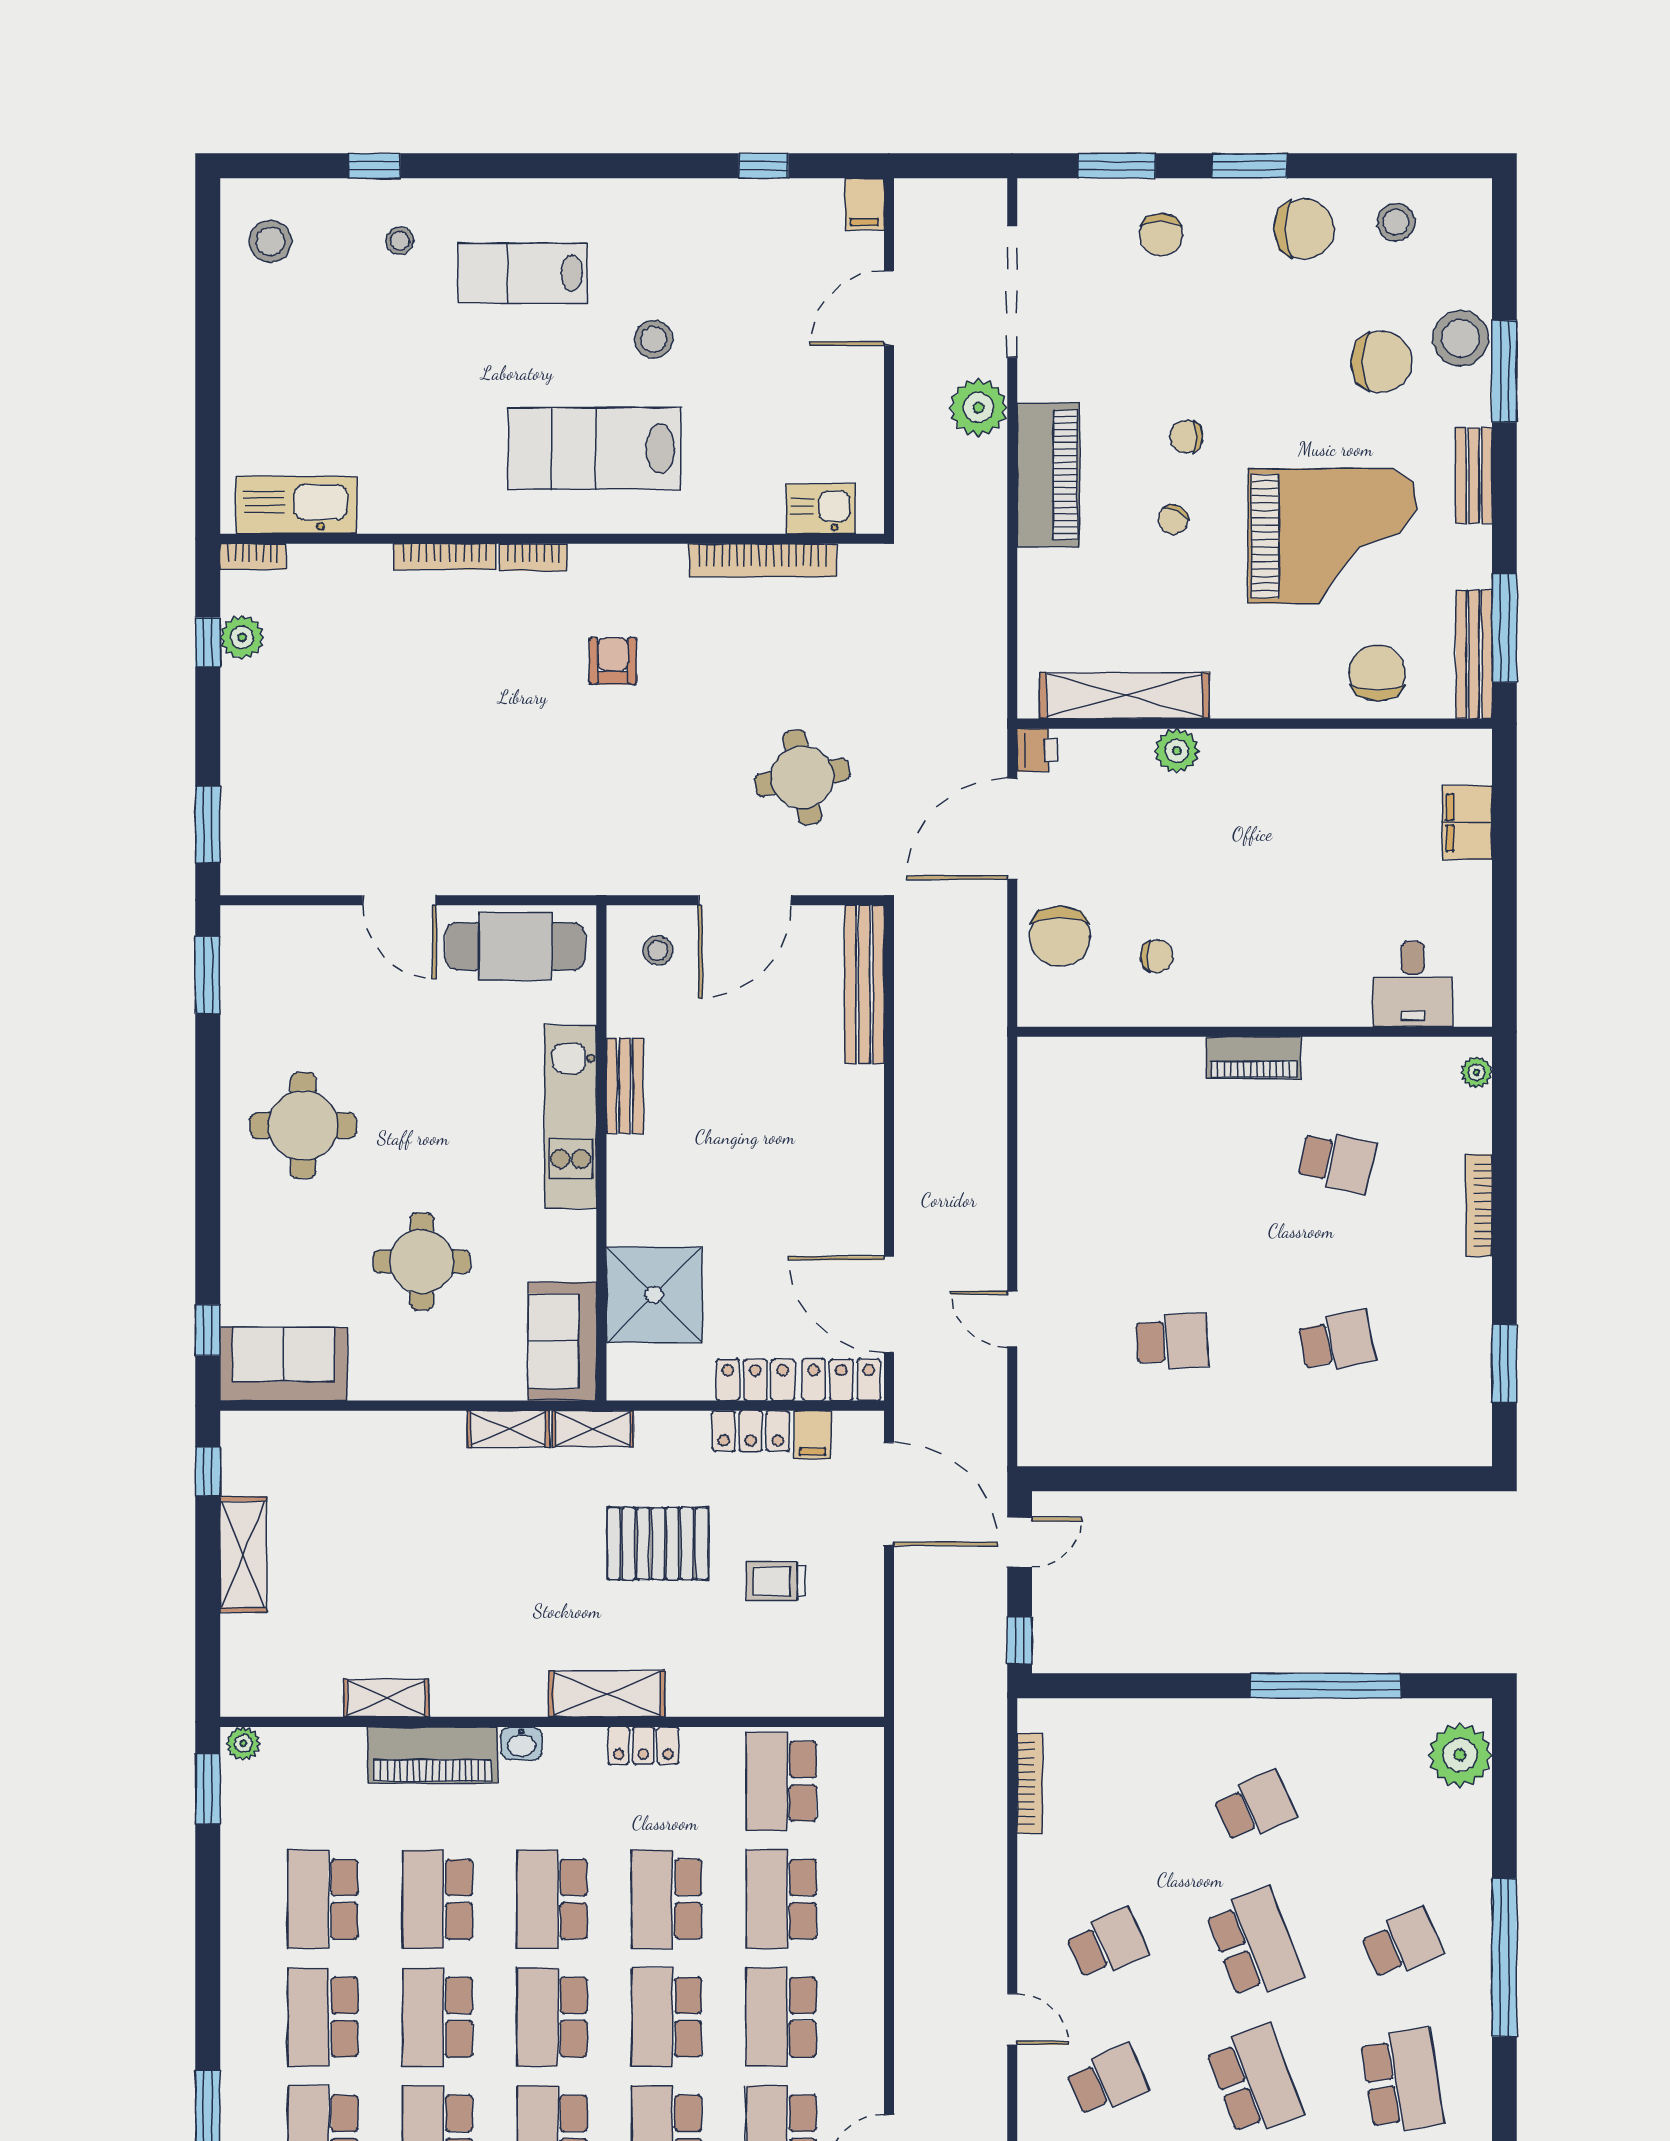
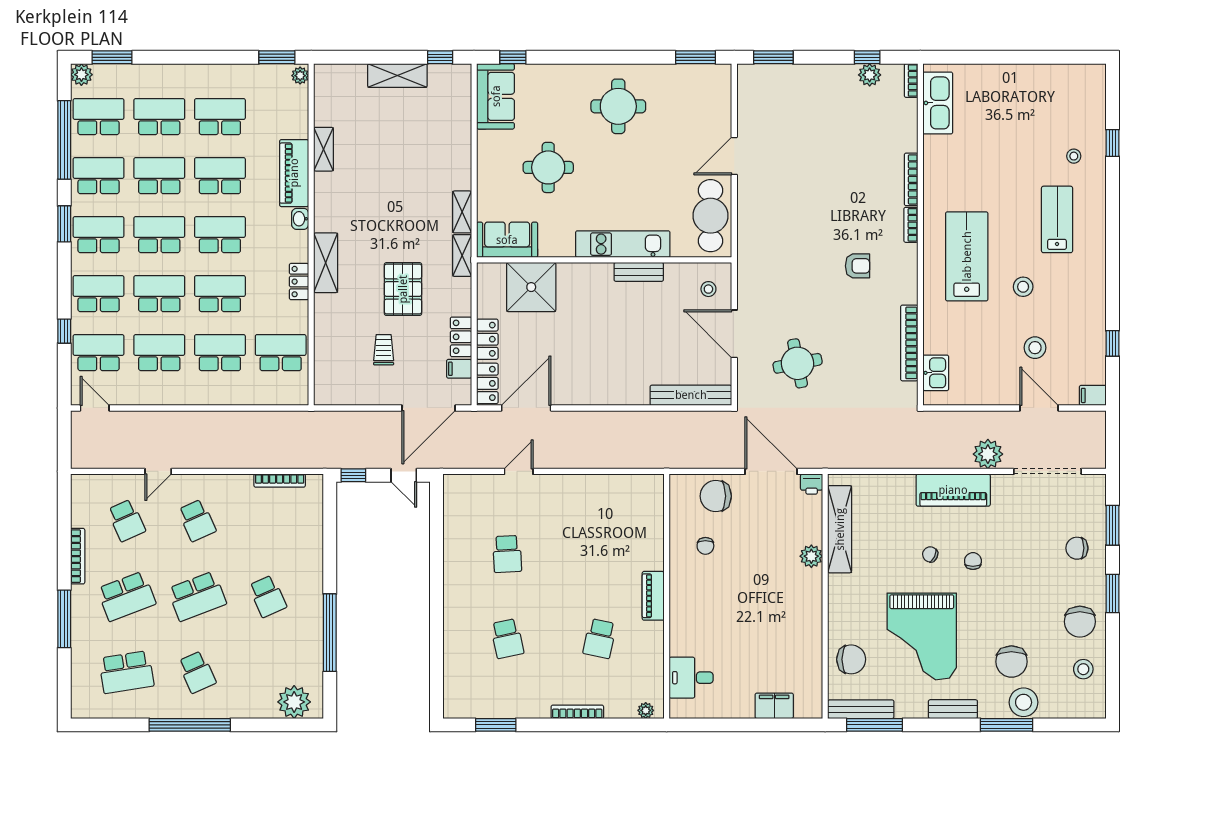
stool: (270, 241) -> (1035, 348), moved

